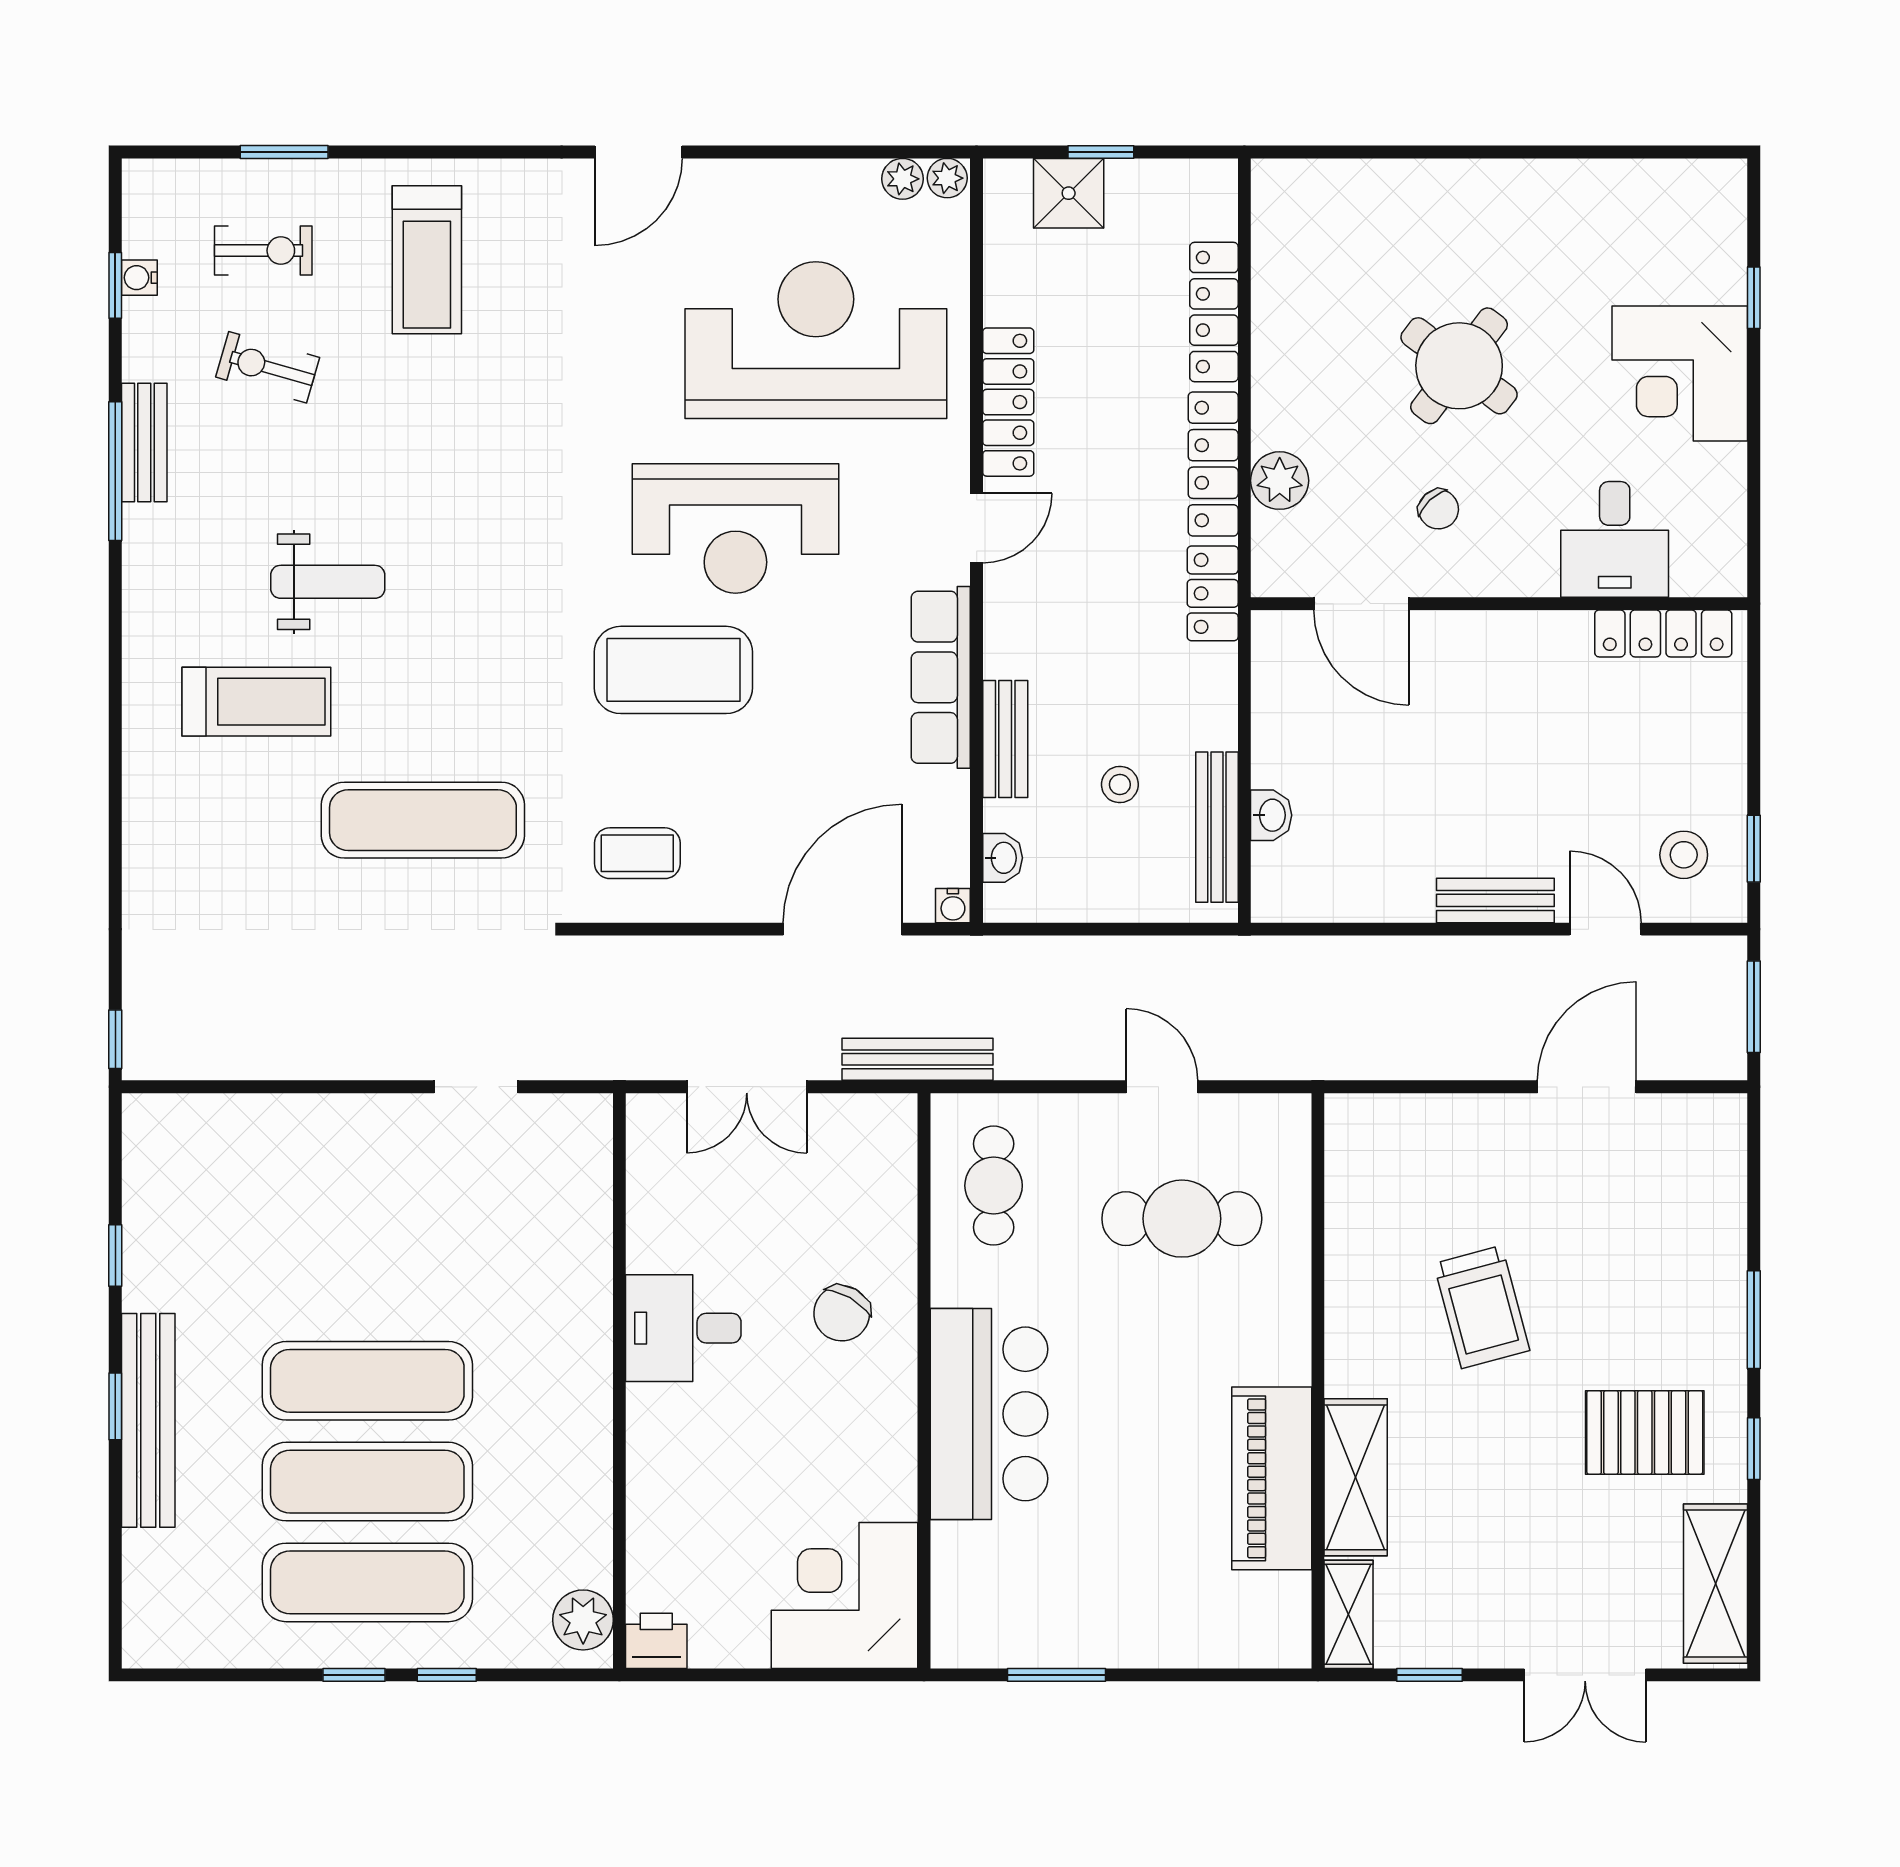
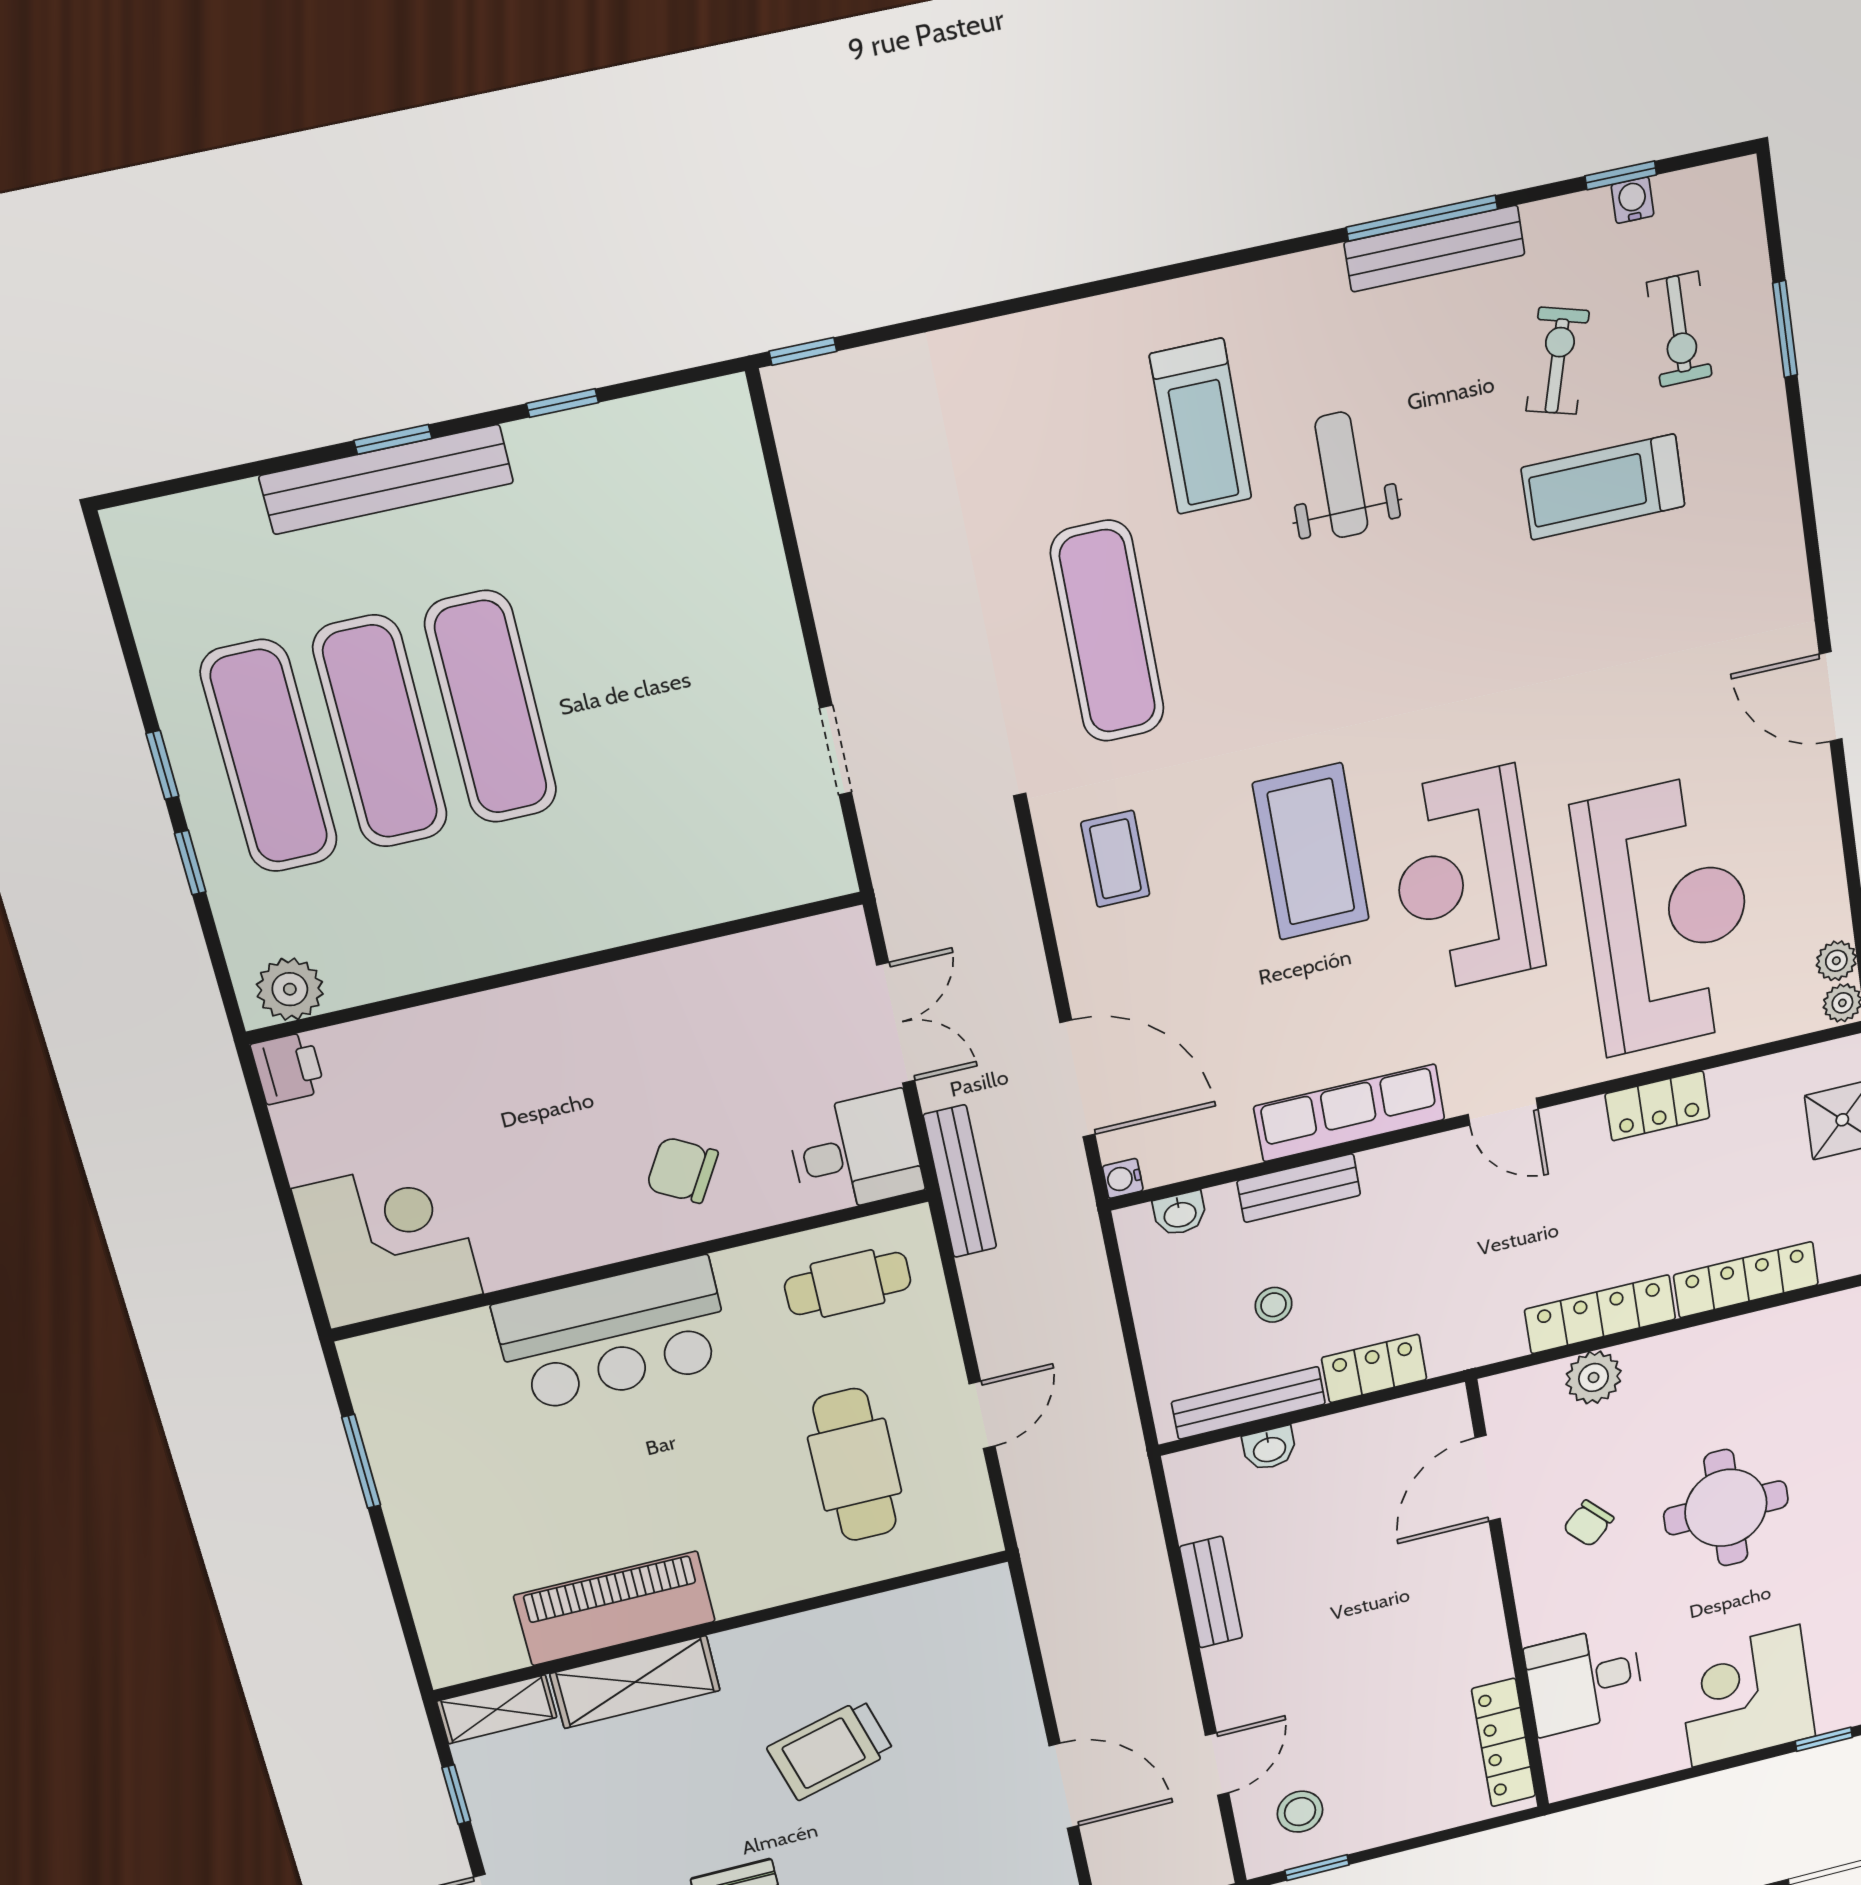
treadmill: (427, 260) -> (1603, 487), moved
round table: (1459, 366) -> (1726, 1508), turned -37
locker: (1008, 402) -> (1657, 1106), width x0.66
bench: (144, 442) -> (1435, 249), width x1.36
weight bench: (328, 582) -> (1341, 475), turned 180
locker: (1213, 593) -> (1374, 1368), moved
bench: (1495, 900) -> (1211, 1592), moved
double door: (747, 1087) -> (896, 1023), swing flipped
desk: (683, 1328) -> (855, 1153), moved, turned 90

